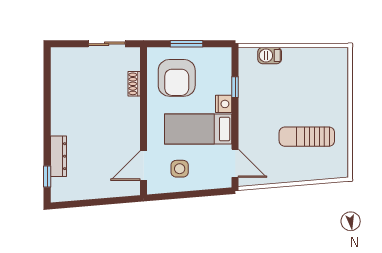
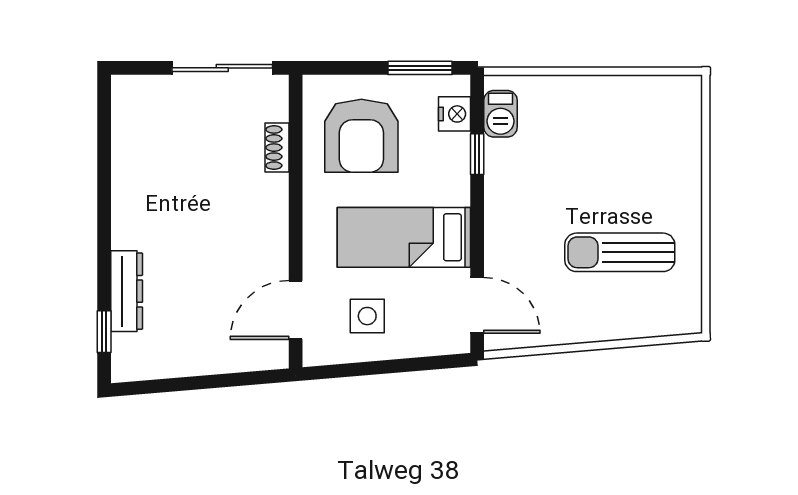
sliding door: (107, 44) -> (222, 68), width x1.37
window: (186, 44) -> (420, 68), moved
barbecue: (270, 56) -> (501, 114), moved, turned -90
nightstand: (224, 104) -> (455, 114), moved

